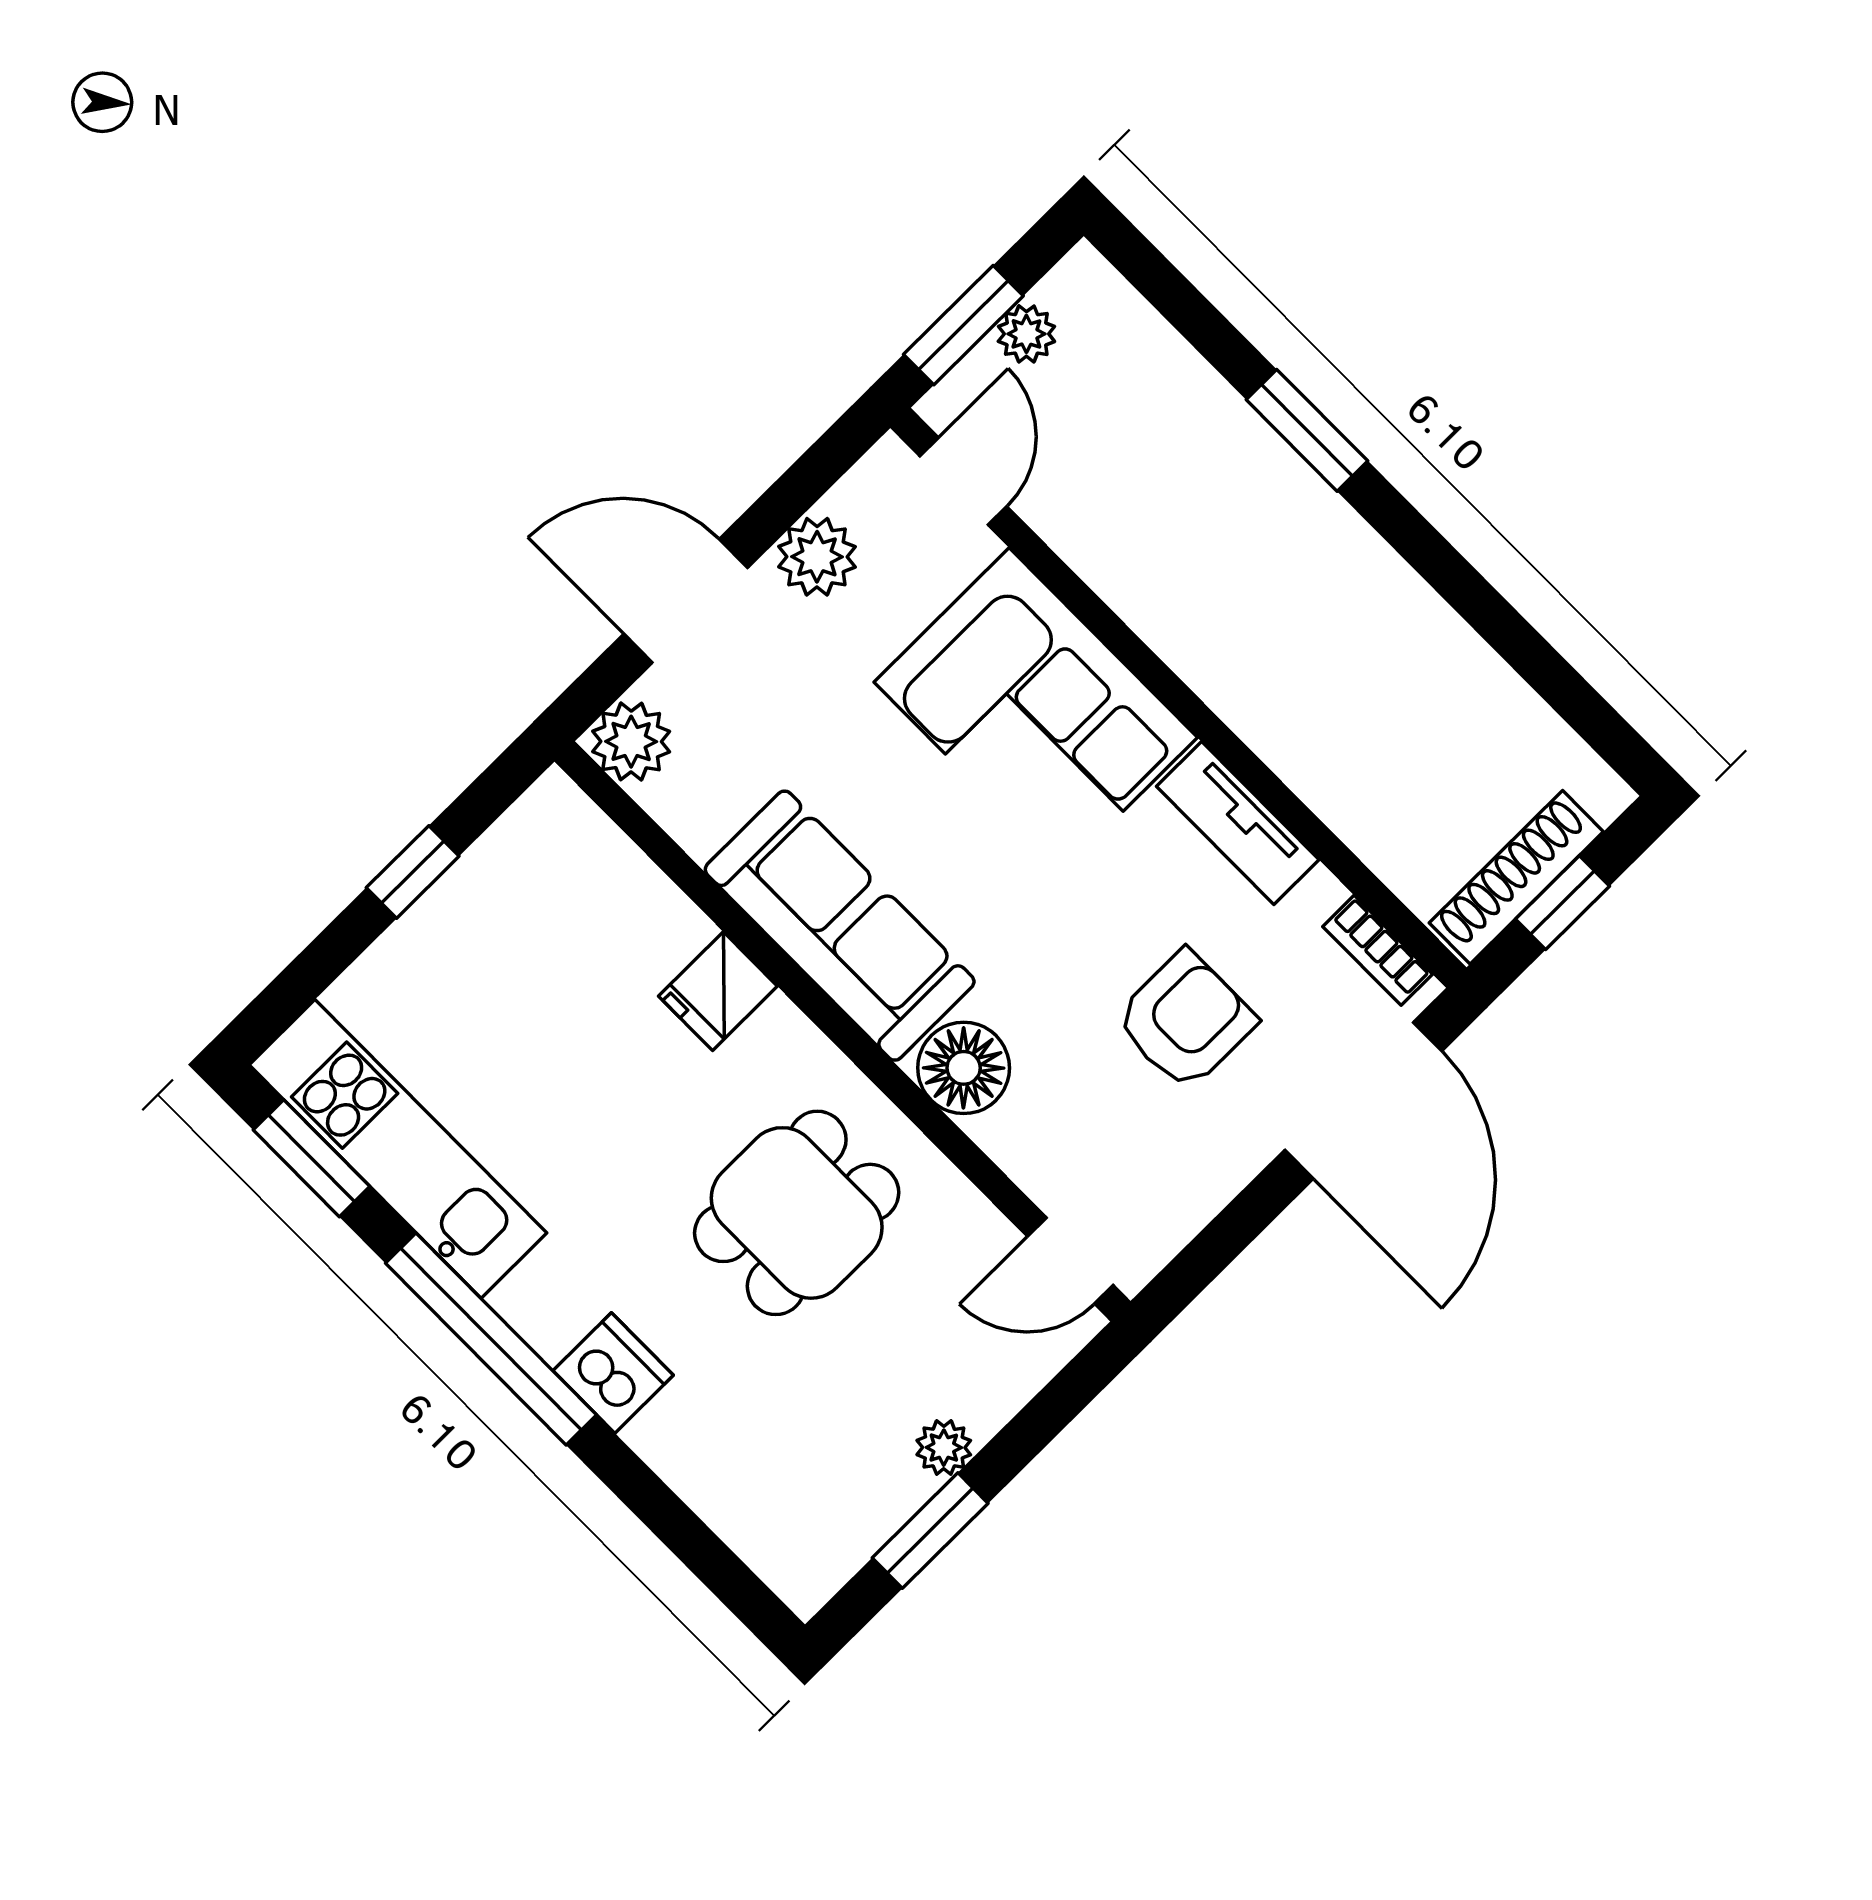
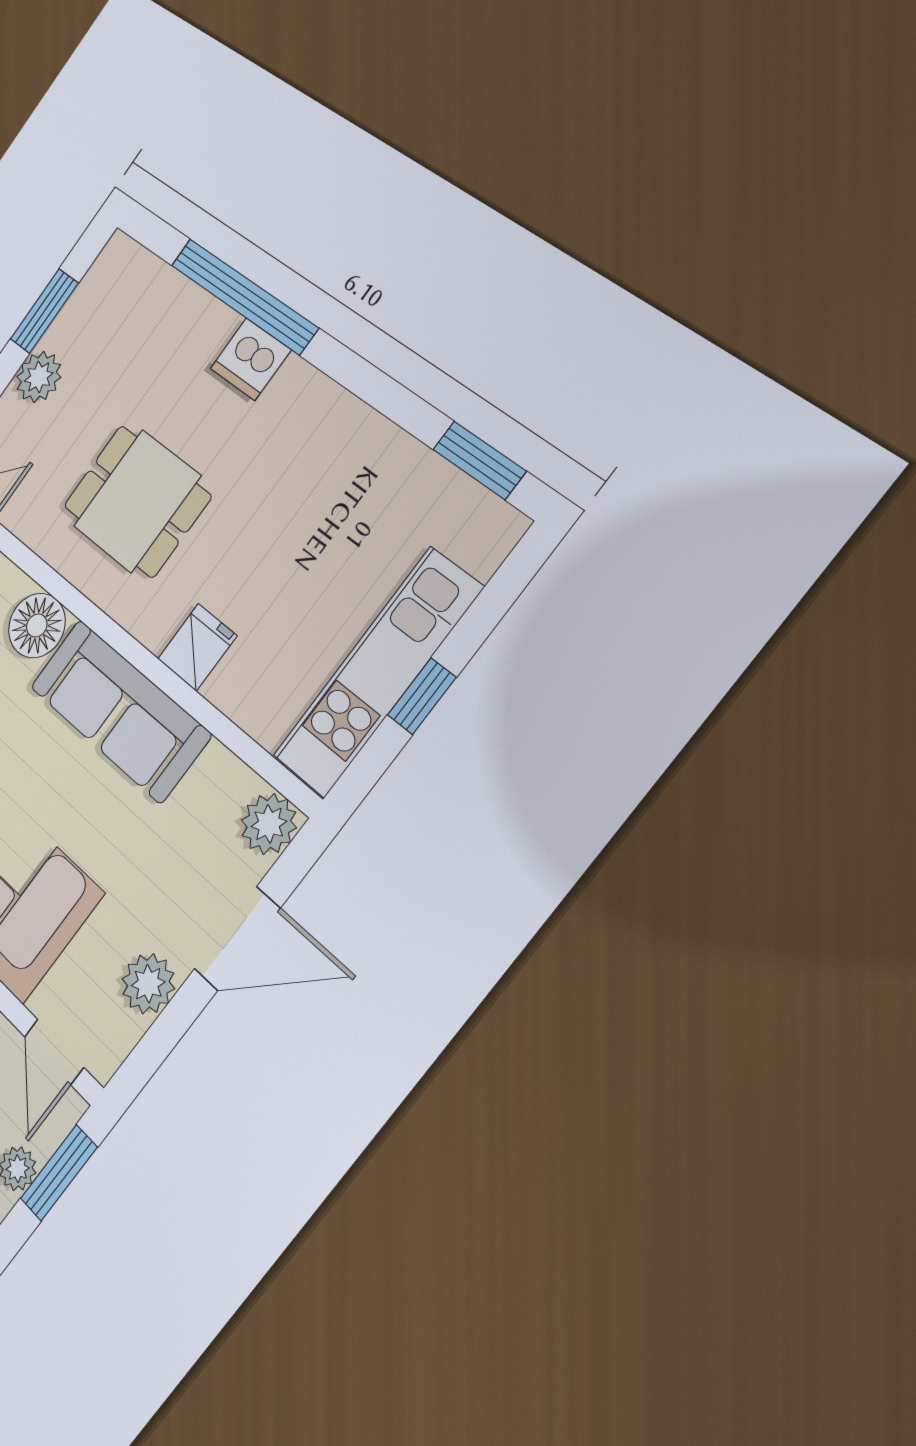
kitchen unit: (398, 1149) -> (377, 672), moved, turned 90
dining table: (797, 1213) -> (137, 501), turned 90
window: (491, 1339) -> (244, 296), moved
plant: (944, 1448) -> (39, 377), width x1.38, depth x1.38

